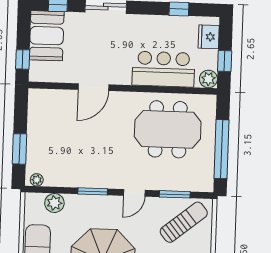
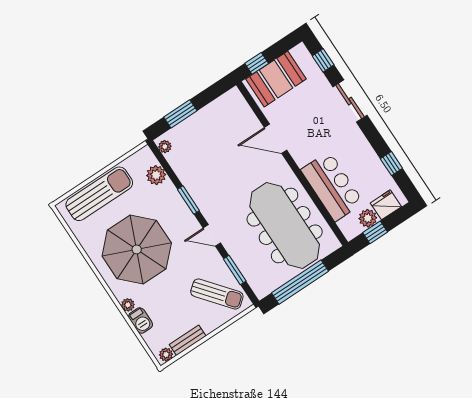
booth: (47, 36) -> (276, 79), moved
plant: (208, 79) -> (368, 218), moved
meeting table: (168, 129) -> (285, 226), width x1.36

